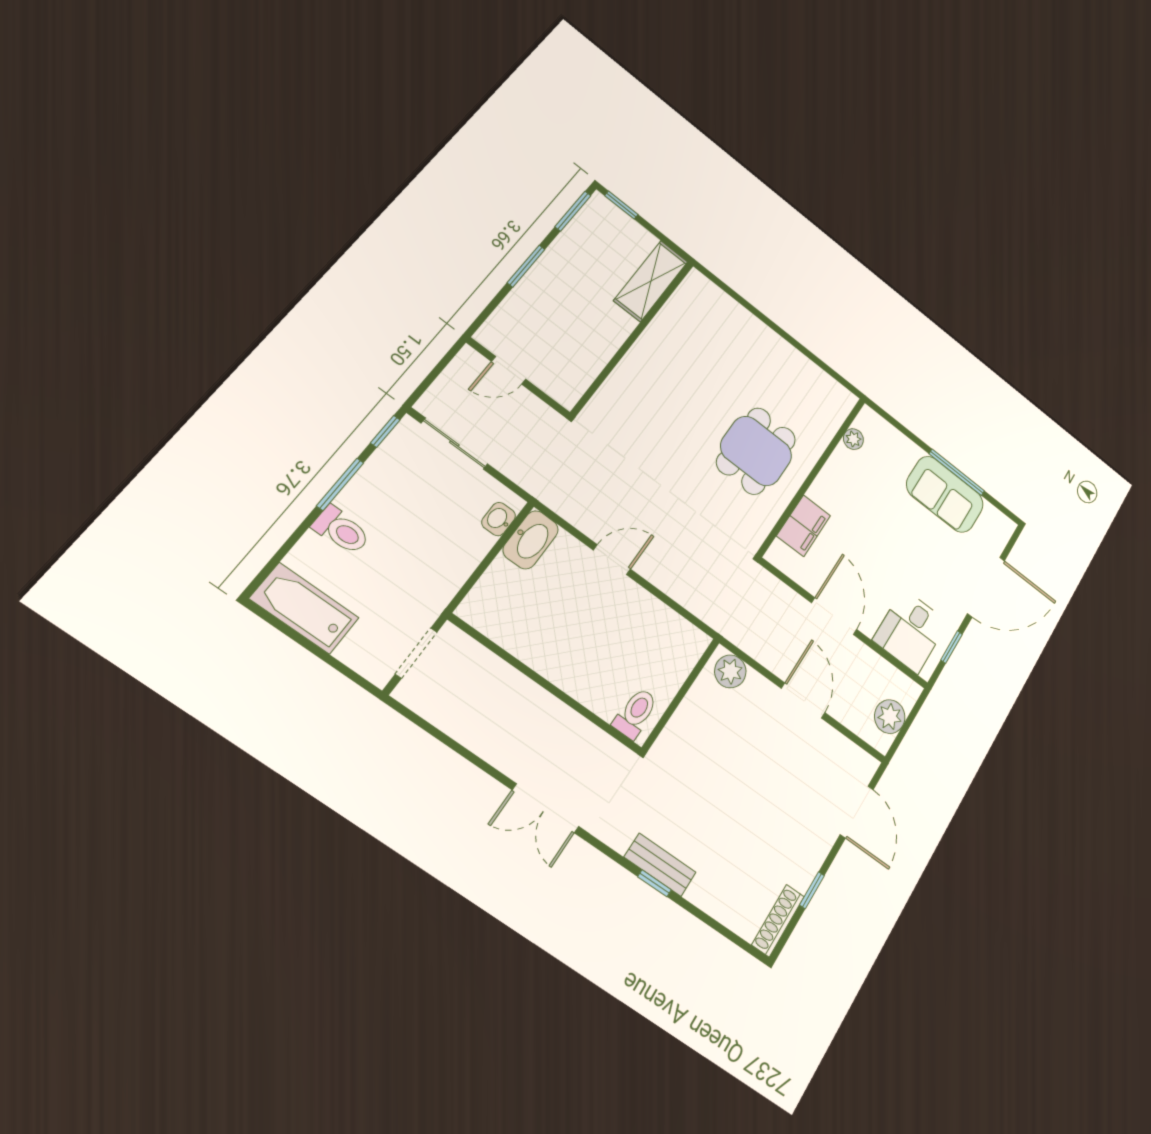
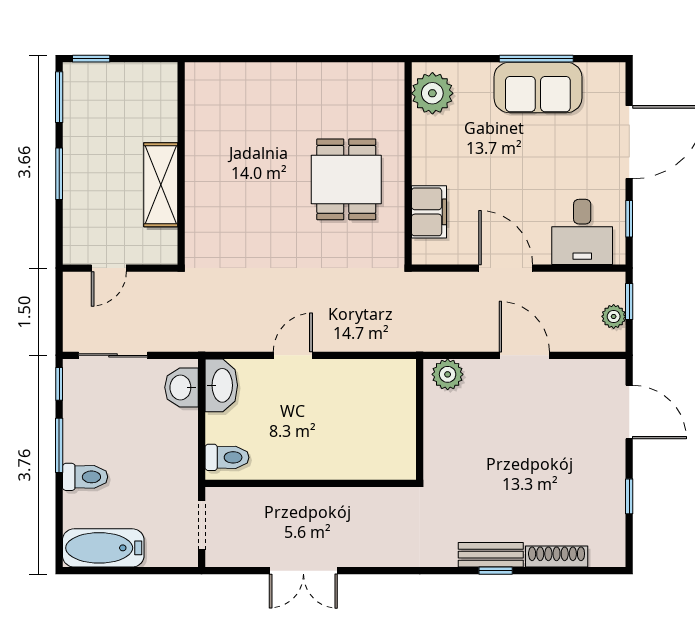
shelving: (651, 281) -> (161, 185), moved
plant: (853, 439) -> (432, 93), width x1.87, depth x1.87
washbasin: (499, 519) -> (181, 387), width x1.38, depth x1.45
toilet: (636, 713) -> (227, 457), moved, turned 90
window: (912, 715) -> (629, 302), added
plant: (890, 717) -> (614, 316), width x0.73, depth x0.73
double door: (546, 808) -> (303, 571), moved
shoe rack: (778, 921) -> (557, 557), moved, turned 90

